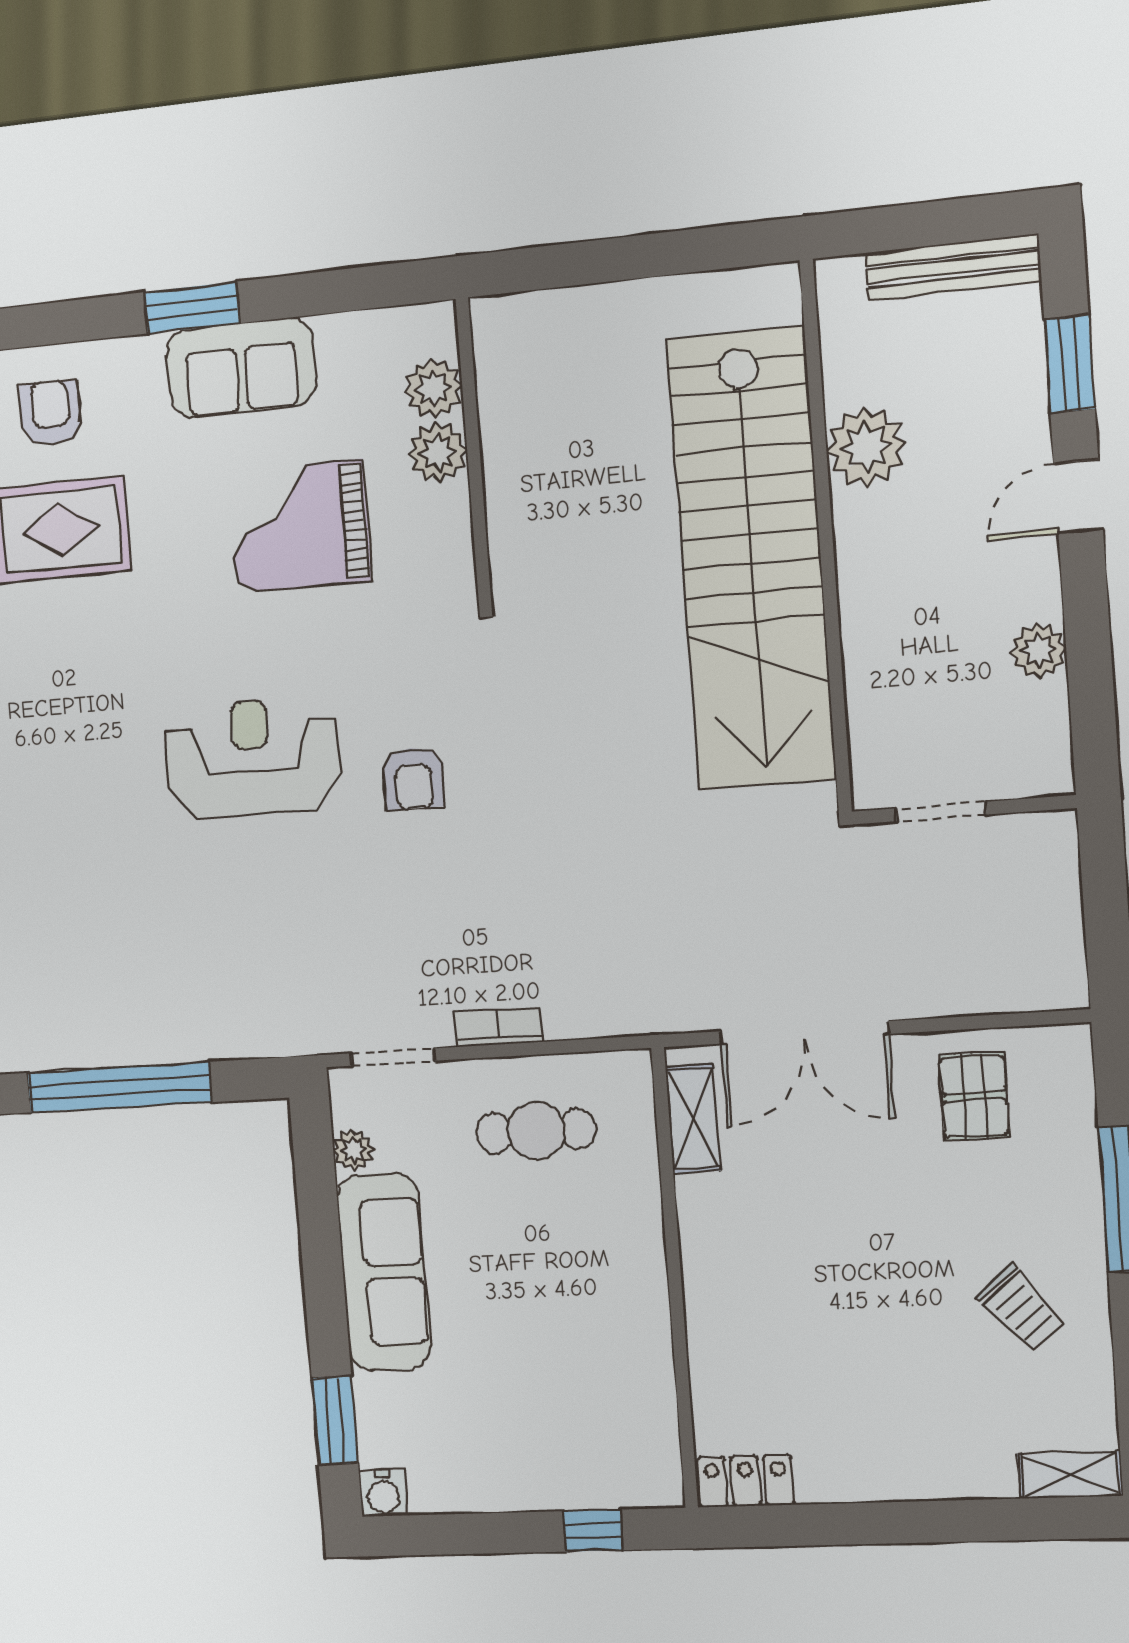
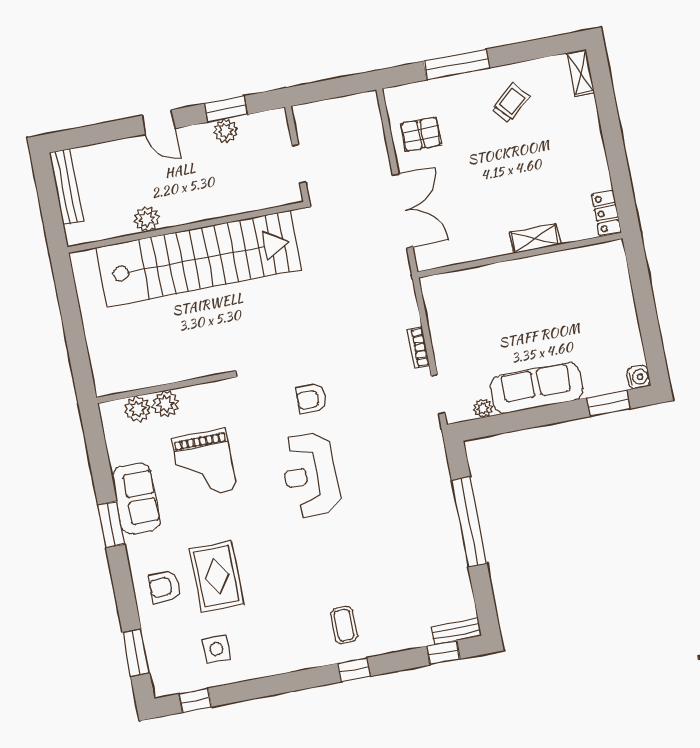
window: (1069, 364) -> (226, 109), moved
plant: (866, 447) -> (147, 219), width x0.73, depth x0.73
armchair: (413, 778) -> (311, 399), turned 180
shelving: (693, 1119) -> (535, 239), moved
cafe table: (536, 1131) -> (463, 325), removed
window: (593, 1531) -> (640, 279), removed

